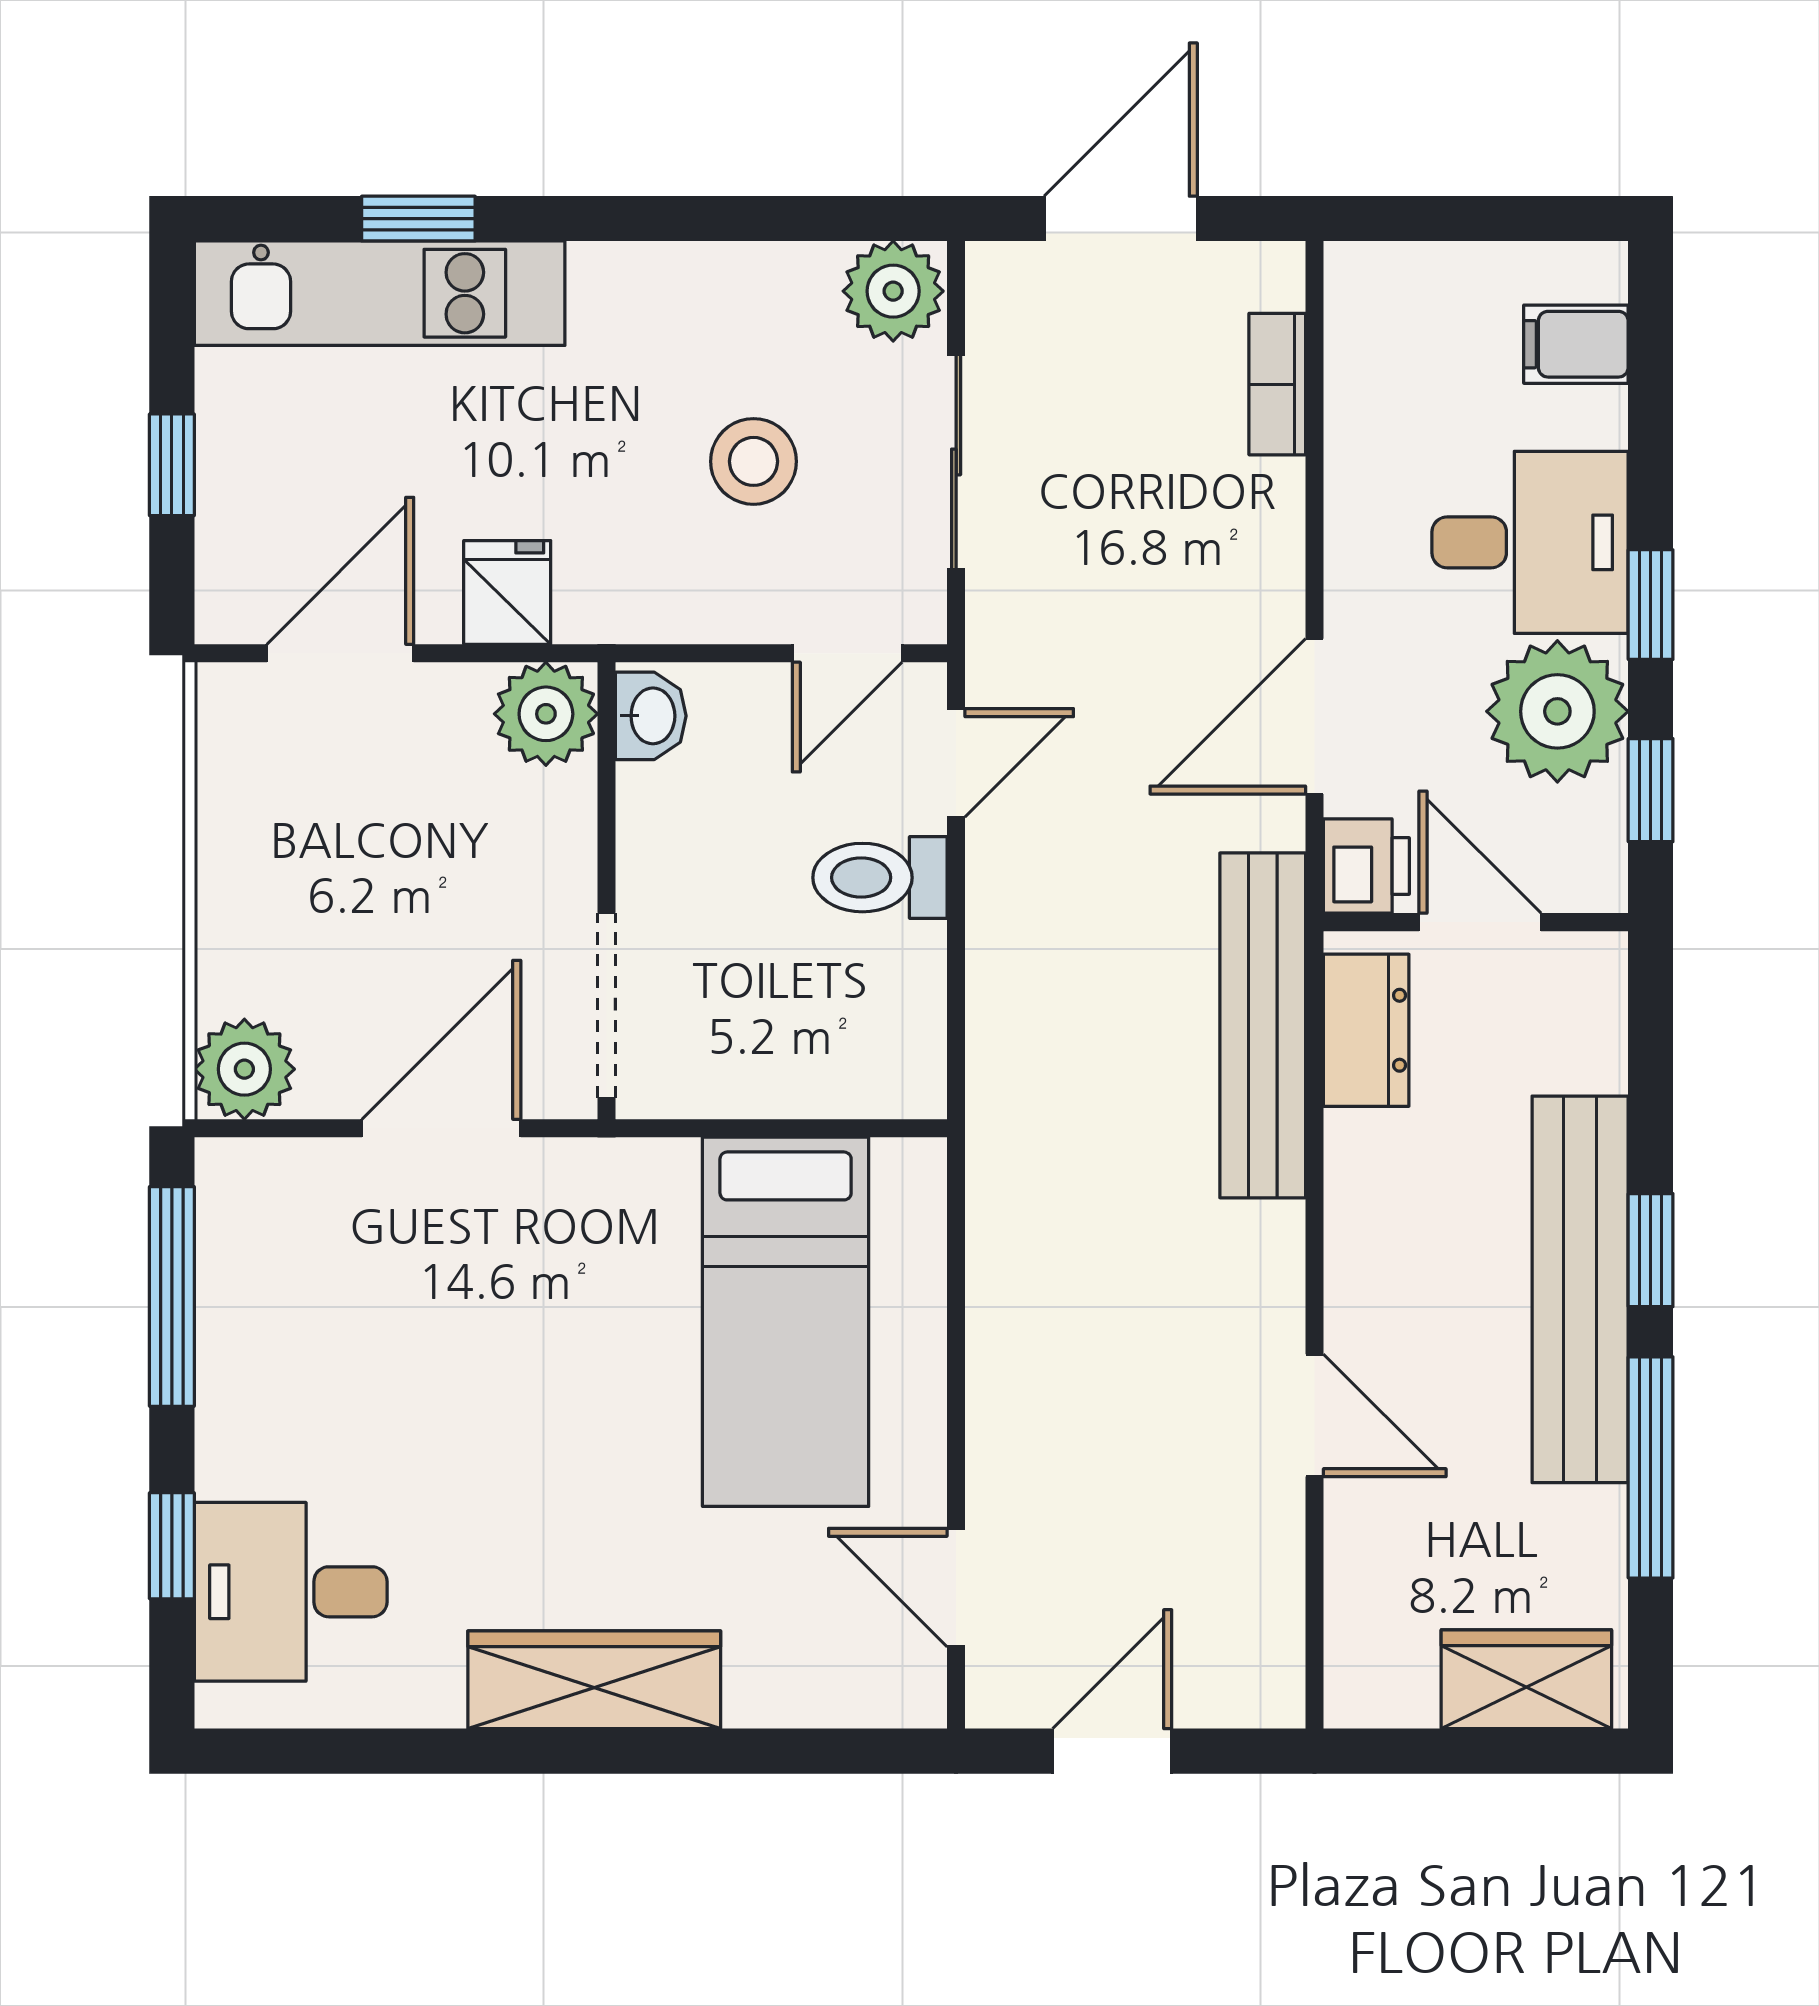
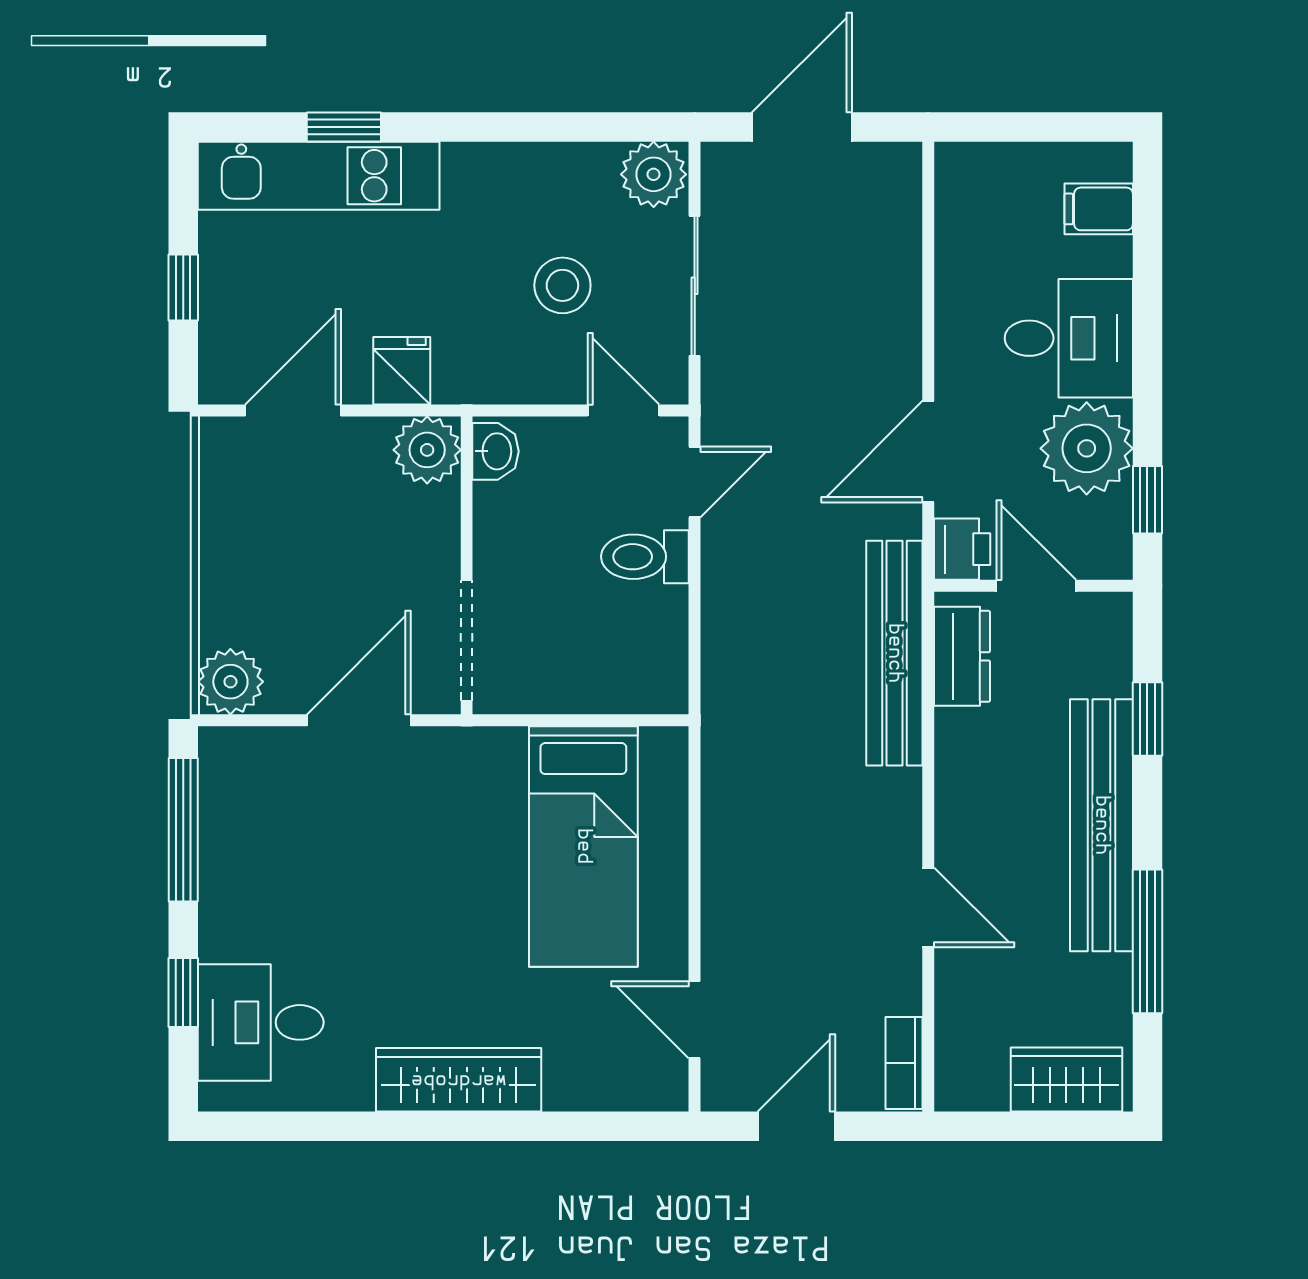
bookcase: (1277, 384) -> (904, 1063), moved
window: (1651, 605) -> (1147, 379), removed
door: (847, 653) -> (624, 410), swing flipped
window: (1651, 1250) -> (1147, 719), moved

